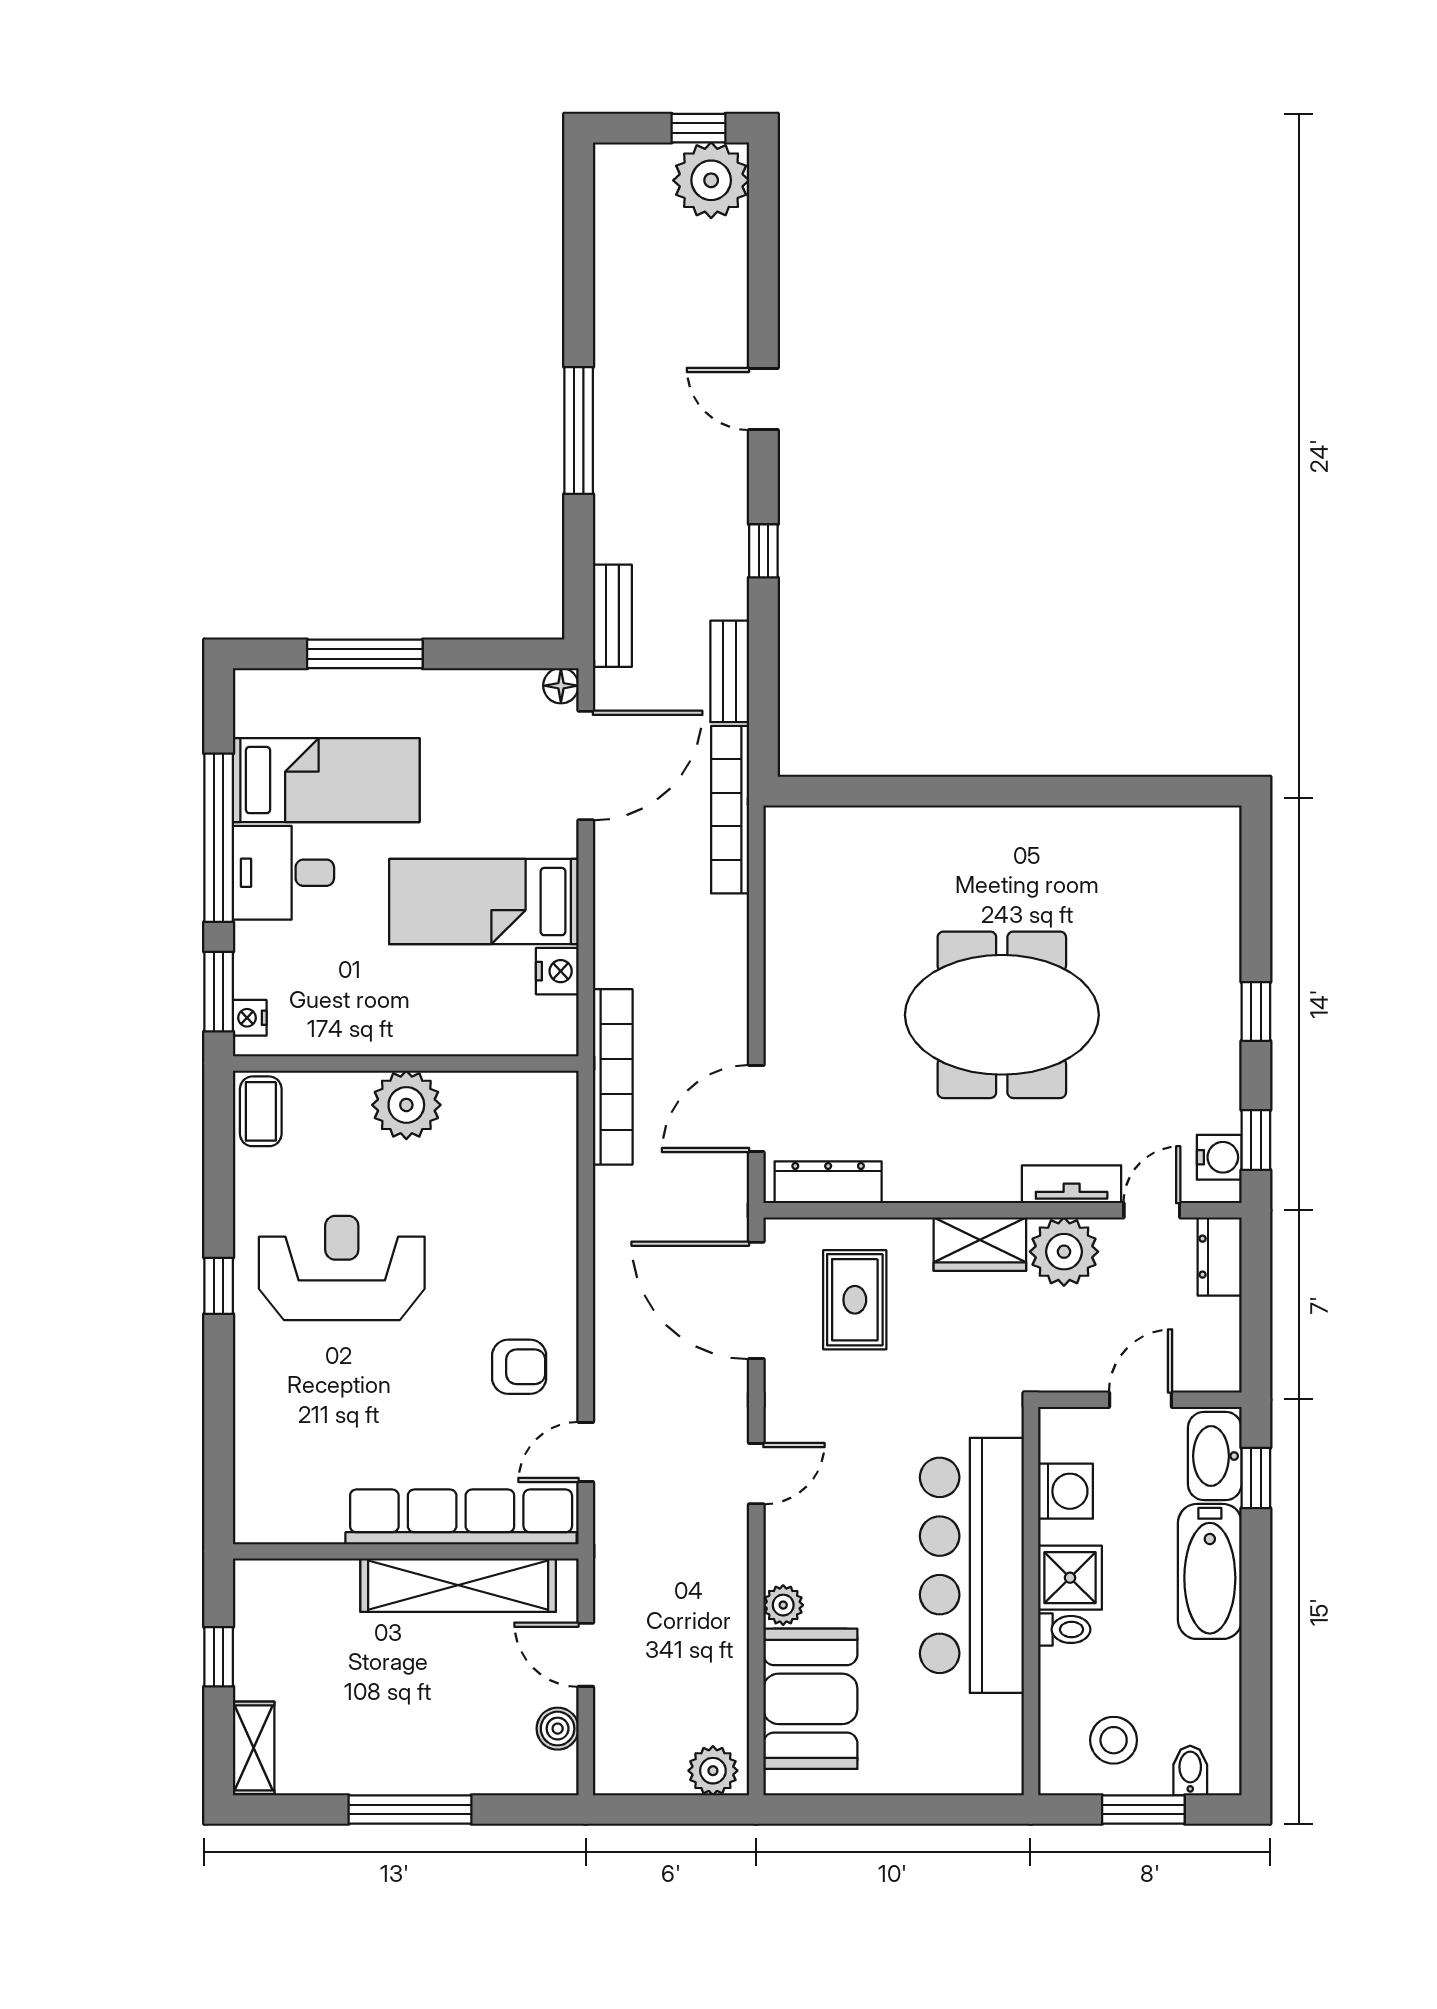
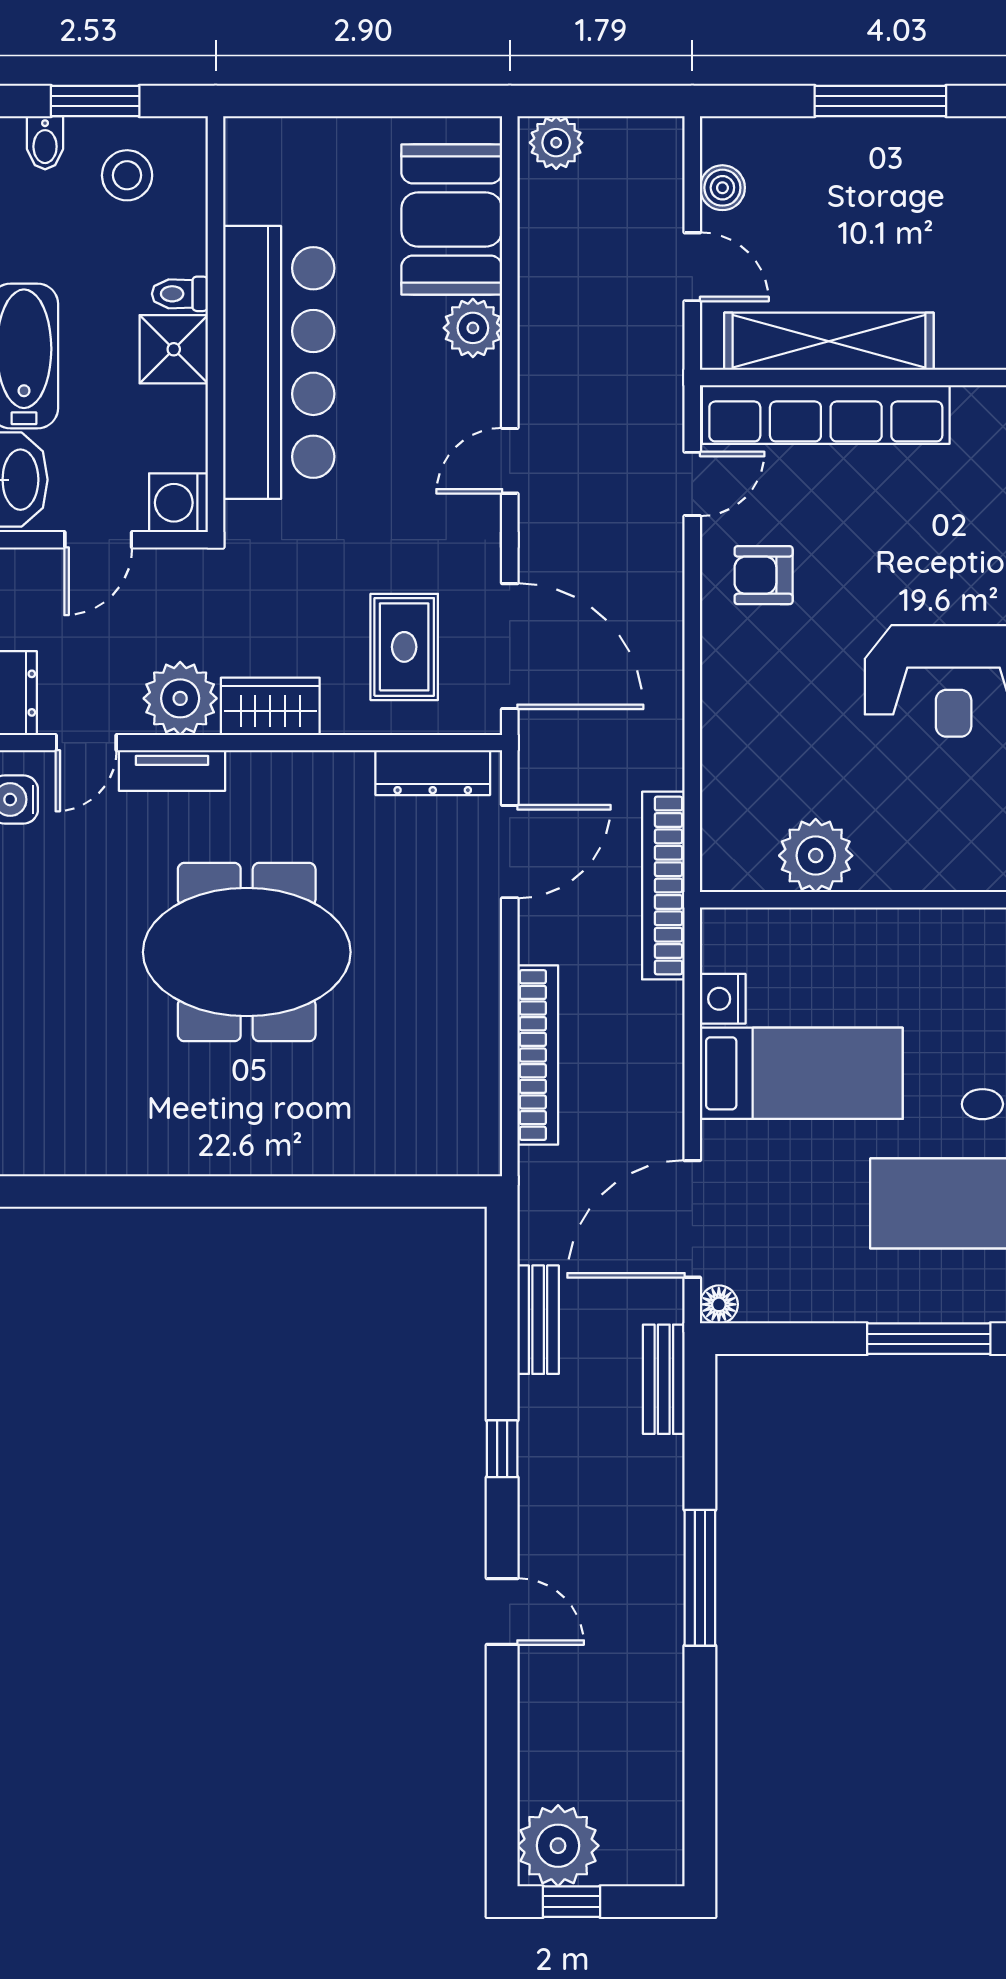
bookcase: (730, 810) -> (538, 1055), moved
plant: (406, 1105) -> (816, 856), moved
washing machine: (1065, 1491) -> (179, 503), moved
plant: (783, 1605) -> (473, 328), width x1.38, depth x1.38

